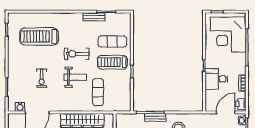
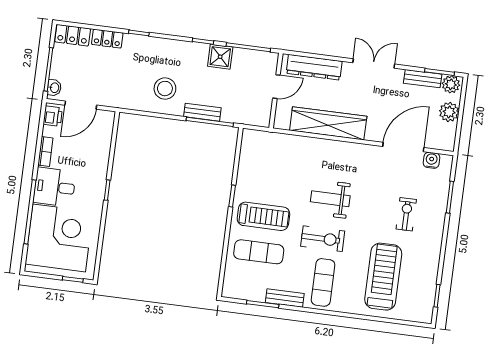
treadmill: (39, 36) -> (383, 277), turned -90
exercise bike: (42, 78) -> (406, 214), moved
desk: (216, 79) -> (55, 187), moved, turned 180
exercise mat: (98, 92) -> (323, 282), moved

